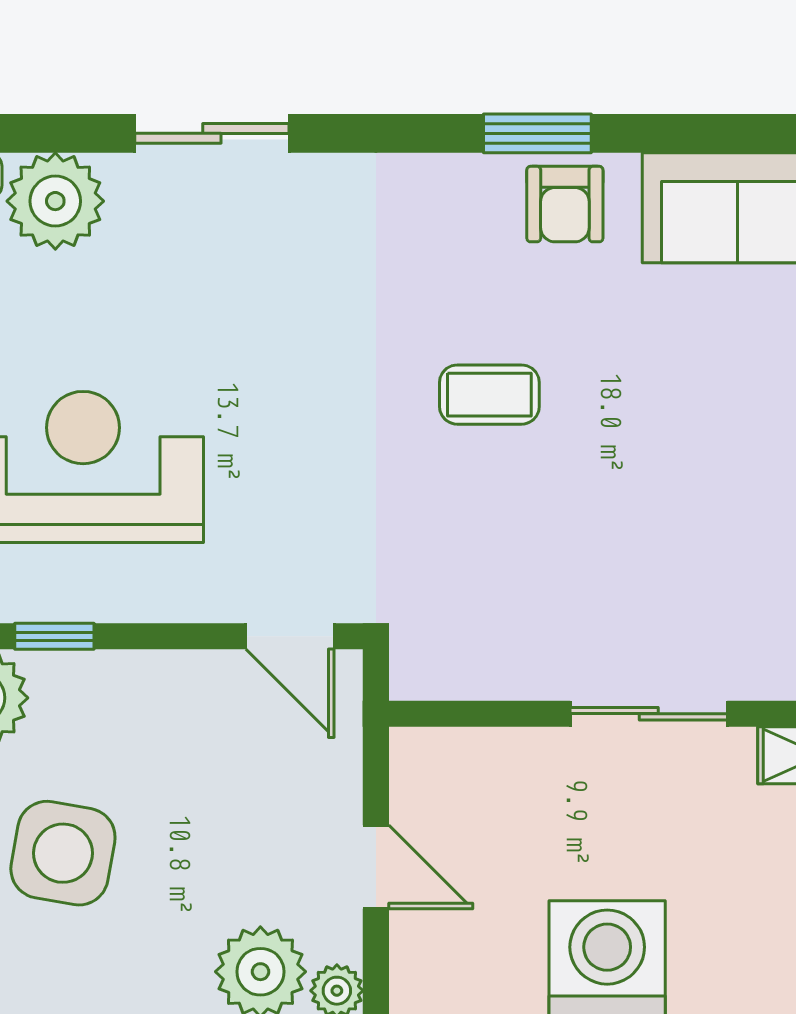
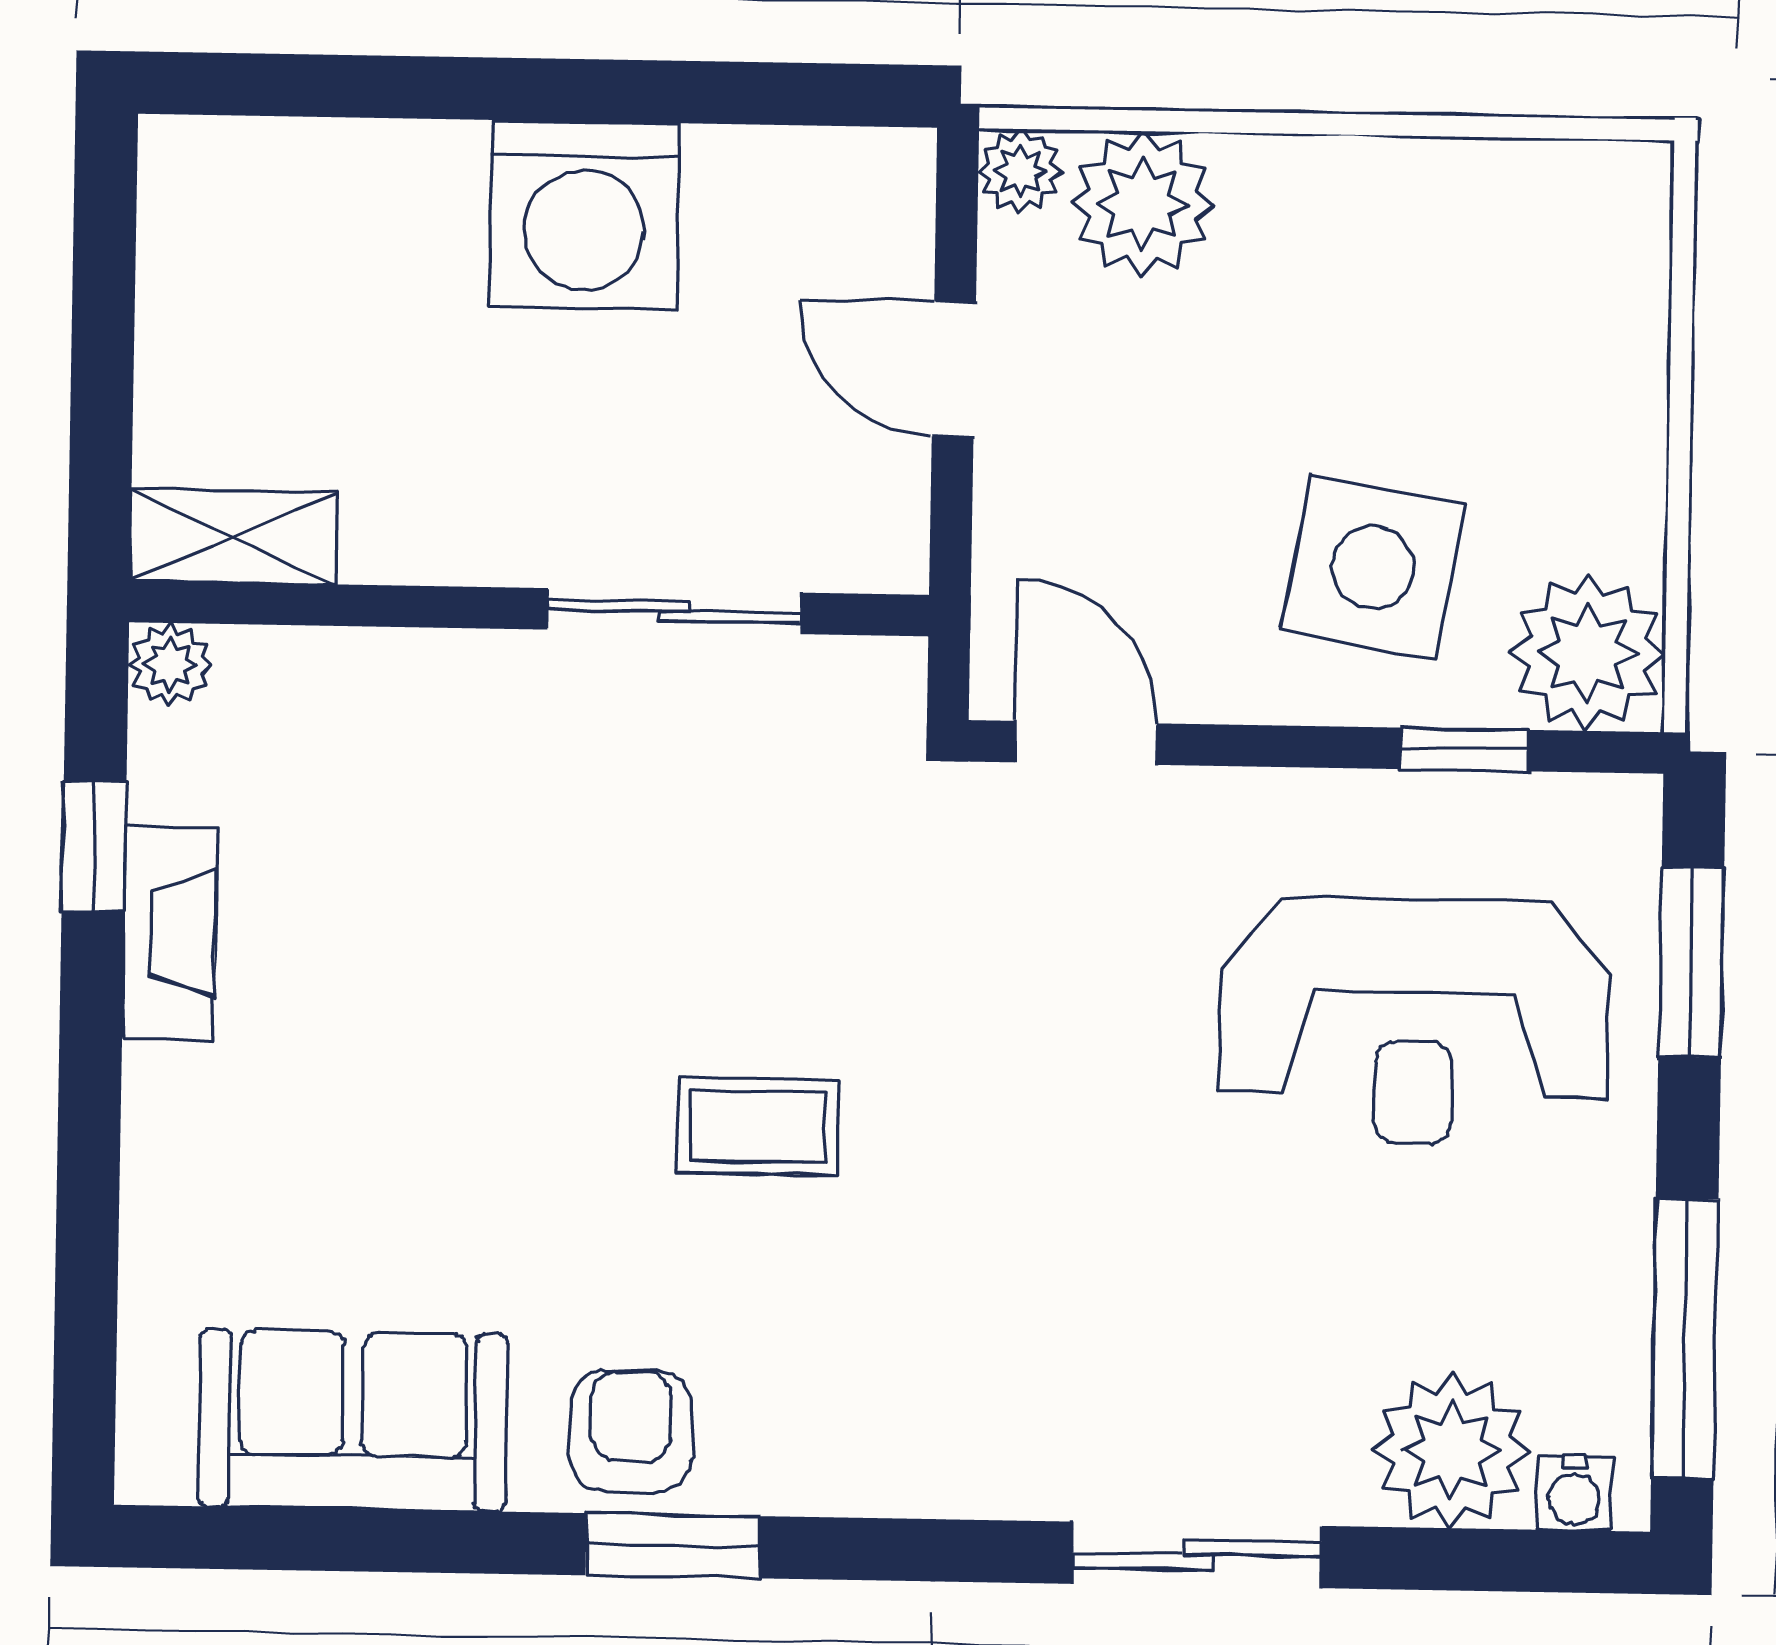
sliding door: (649, 714) -> (674, 611), moved
side table: (63, 853) -> (1373, 567), moved

